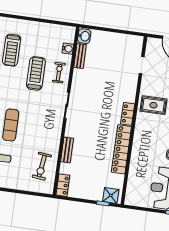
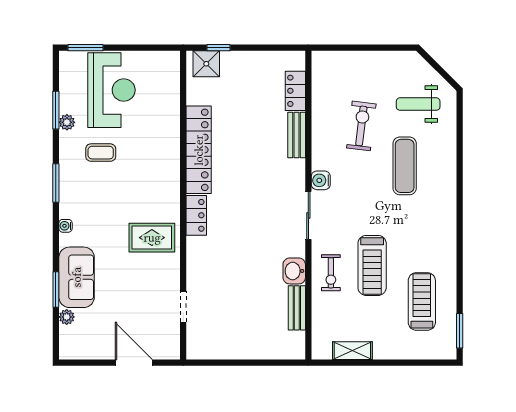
shelving: (53, 29) -> (352, 351), added
washbasin: (84, 36) -> (294, 271), moved
water cooler: (68, 49) -> (321, 180), moved
exercise bike: (42, 166) -> (361, 126), moved
locker: (63, 185) -> (295, 91), moved

